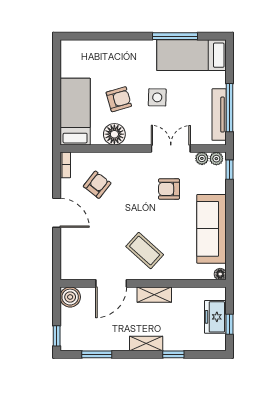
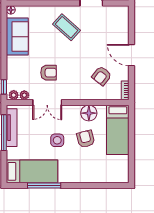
armchair: (119, 99) -> (86, 139), turned 92
sofa: (211, 229) -> (17, 37), width x0.73

